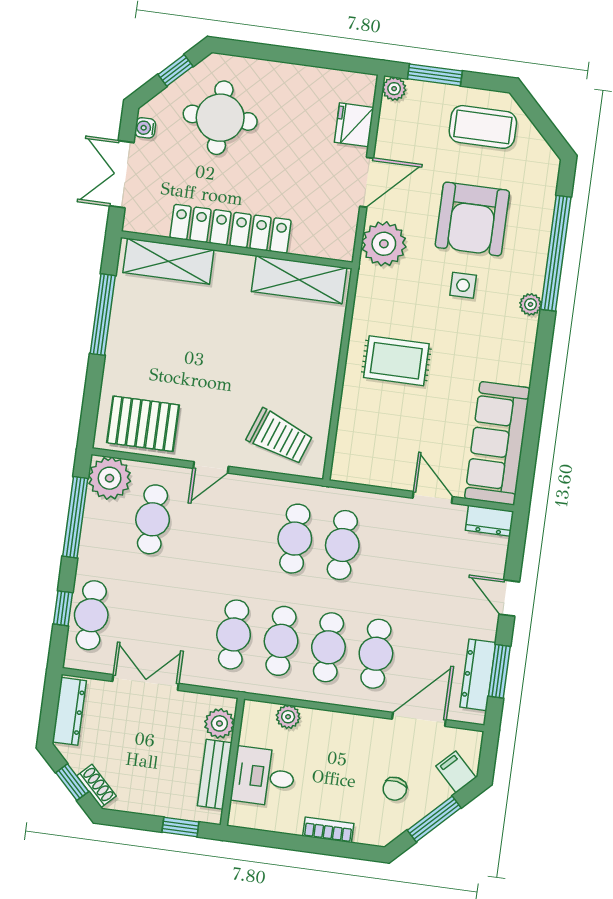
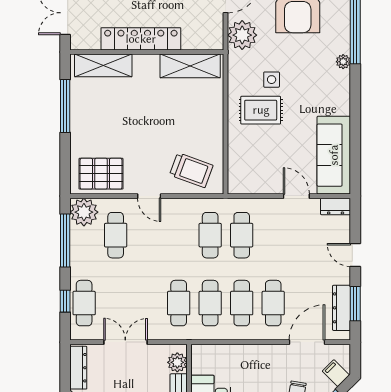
side table: (463, 285) -> (272, 80), moved
door: (211, 467) -> (149, 196), hinge flipped
plant: (288, 717) -> (221, 352), removed

